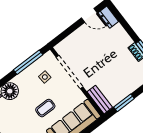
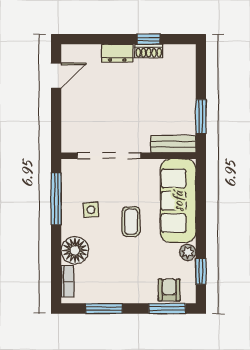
dresser: (108, 17) -> (117, 53), moved
side table: (45, 77) -> (91, 210), moved

